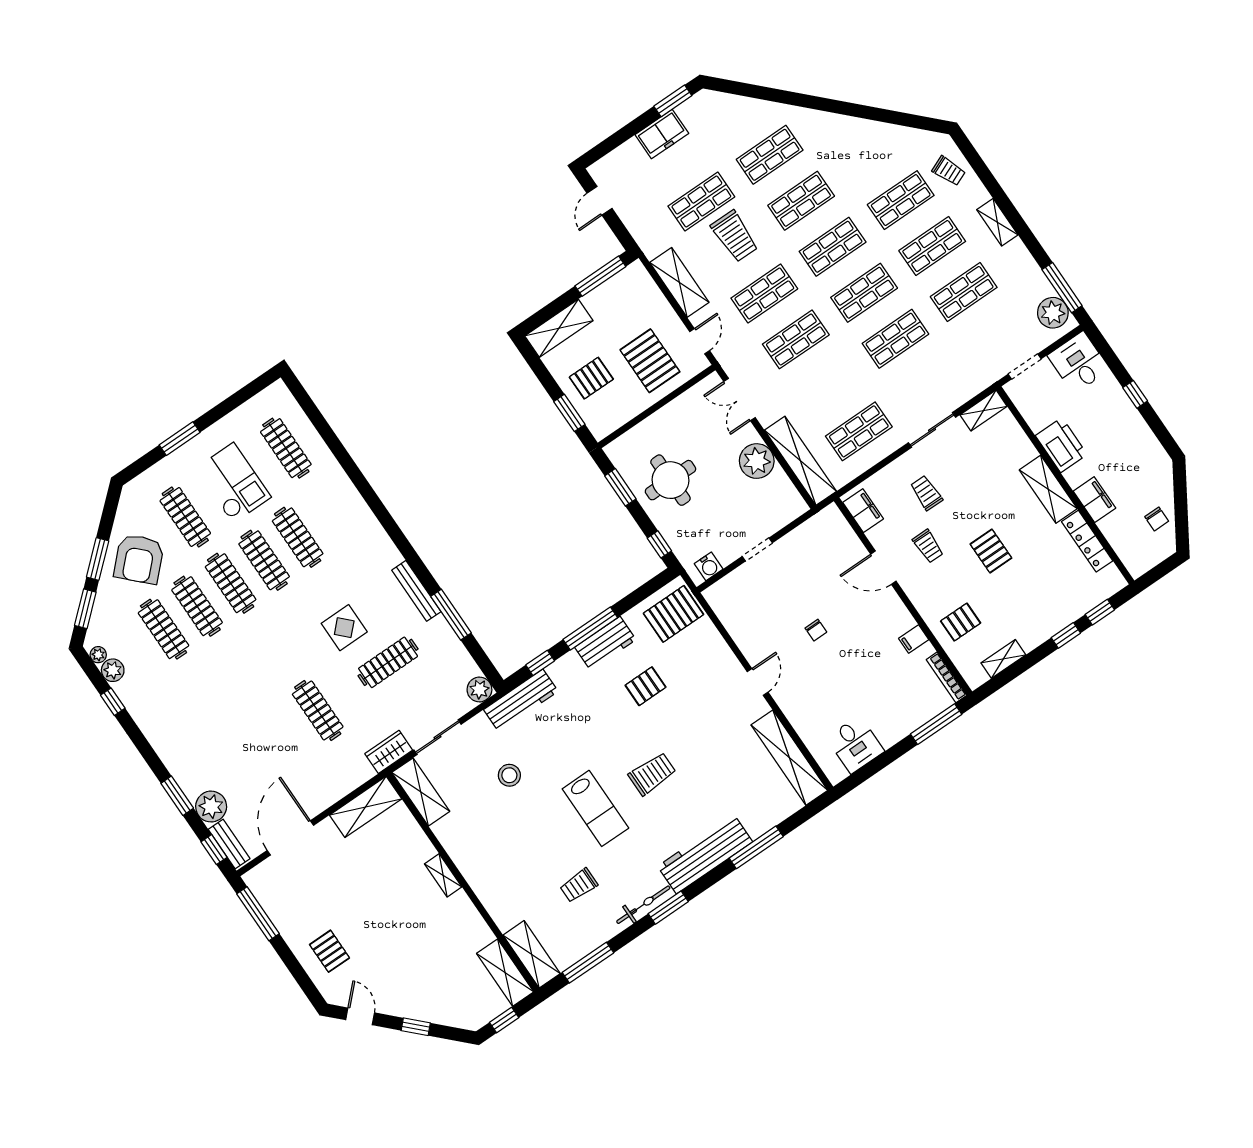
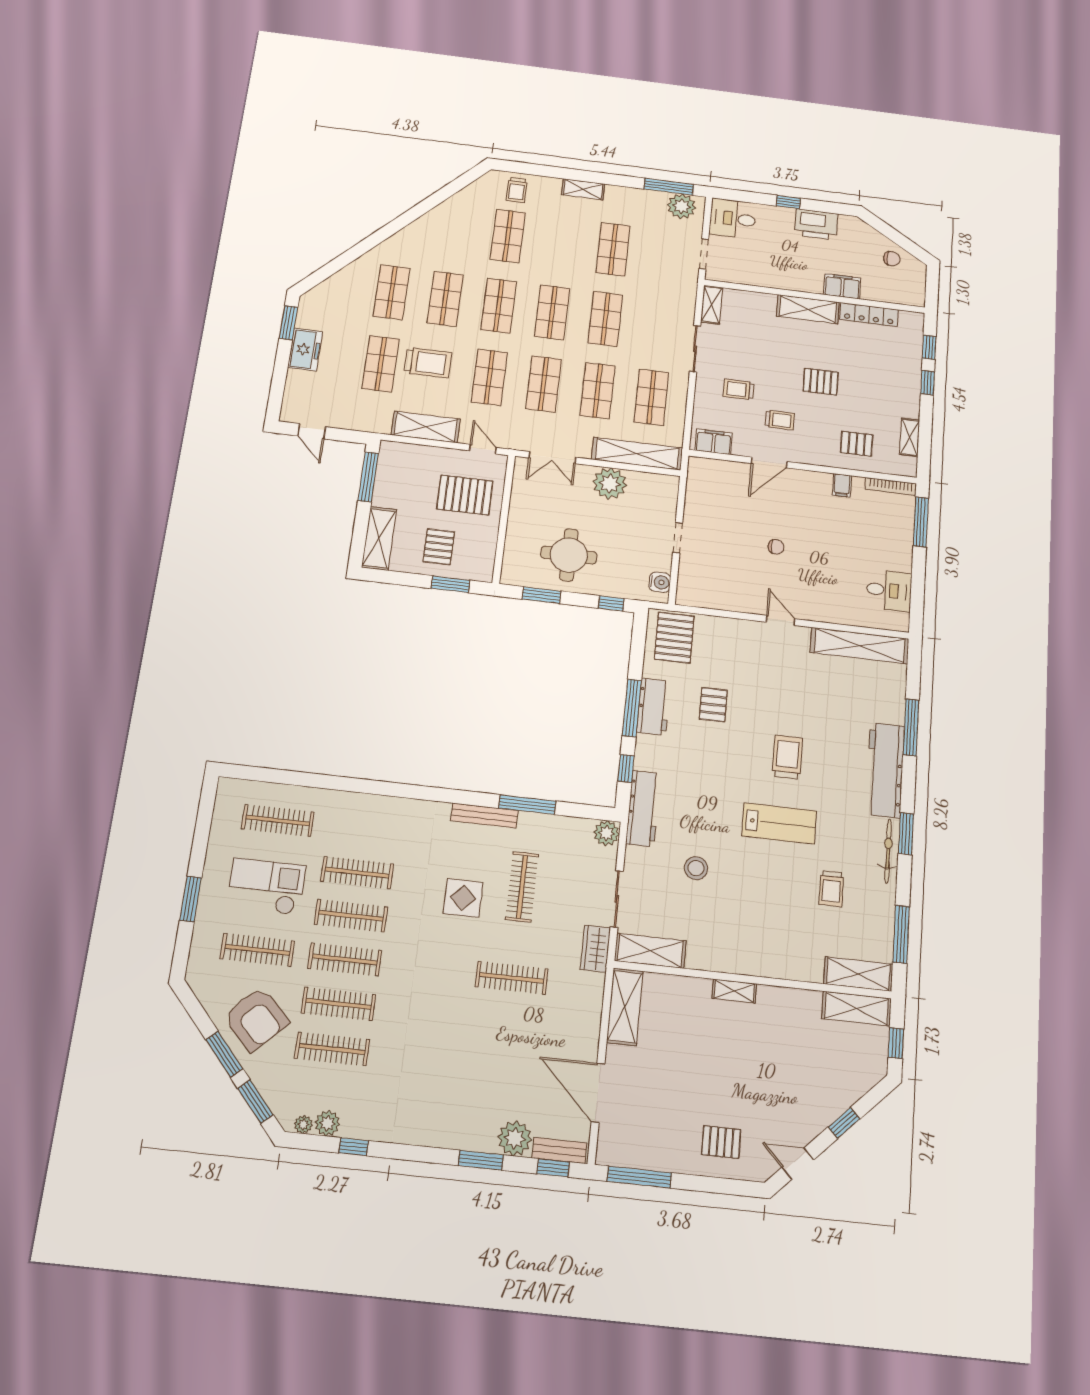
trolley: (949, 171) -> (517, 190), turned 113
shop shelf: (932, 246) -> (598, 391), moved
printer: (1061, 445) -> (816, 224), moved, turned 180
pallet: (961, 622) -> (857, 444), turned 90

